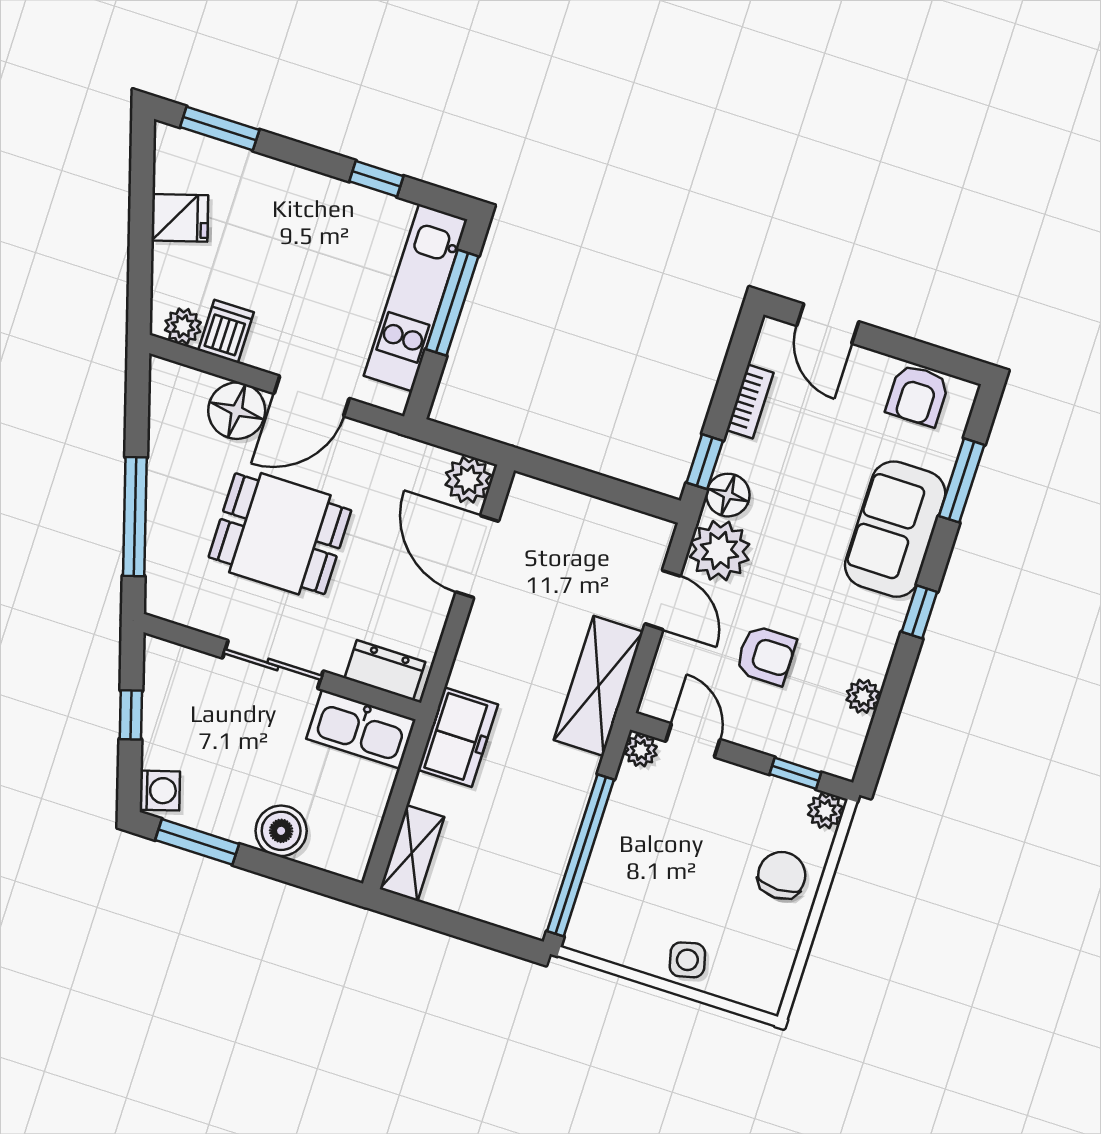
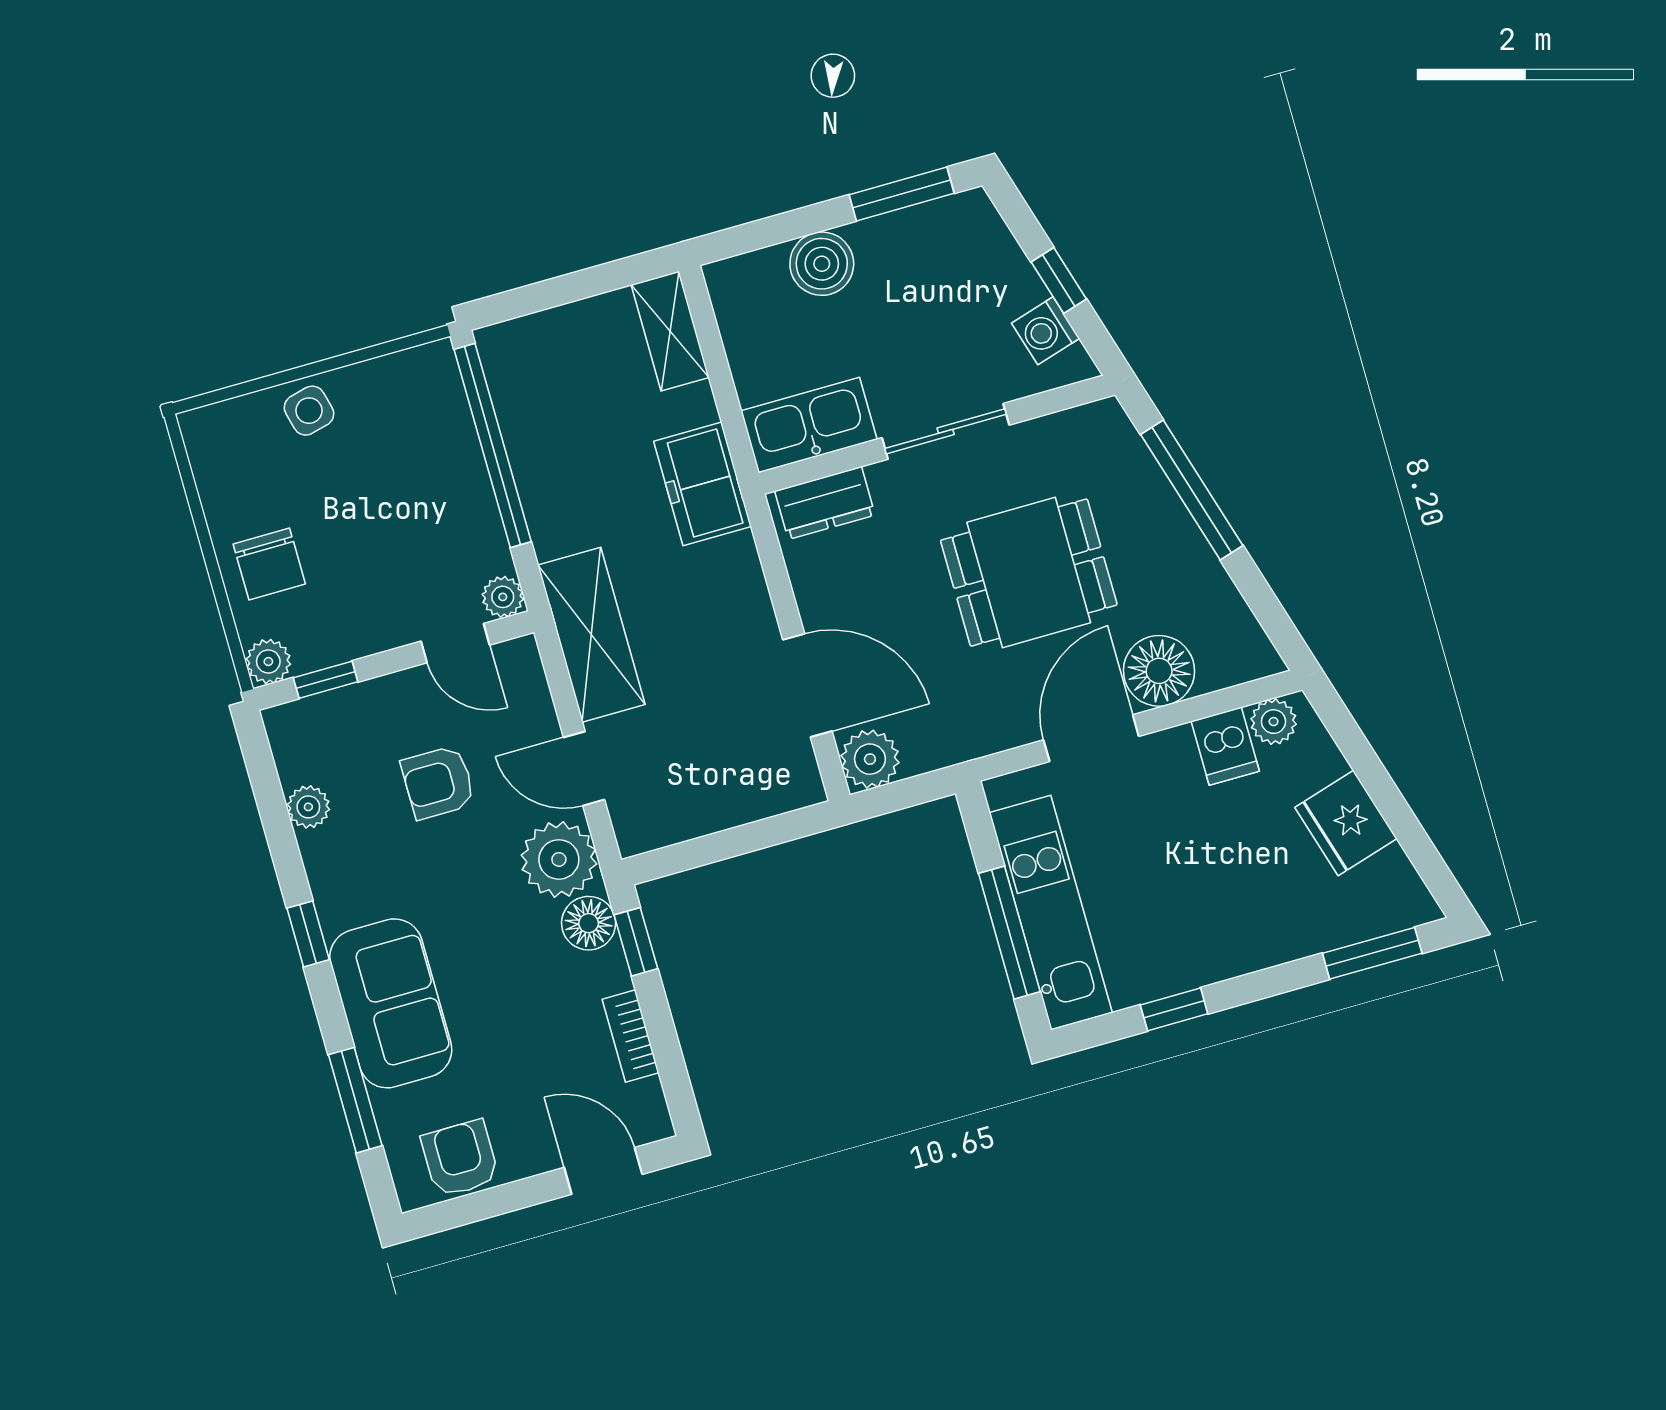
fridge: (180, 218) -> (1346, 823), width x1.38
washing machine: (160, 791) -> (1045, 331), moved

